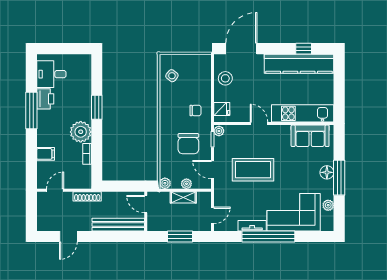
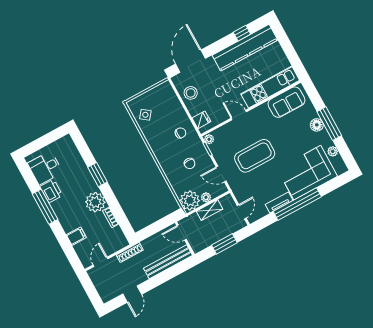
chair: (188, 144) -> (190, 163), width x0.54, depth x0.54
plant: (165, 183) -> (190, 200), width x1.88, depth x1.88

